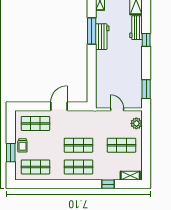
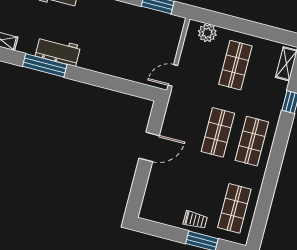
door: (59, 106) -> (149, 147), swing flipped
door: (117, 109) -> (173, 75), moved
shop shelf: (35, 123) -> (166, 191), removed

